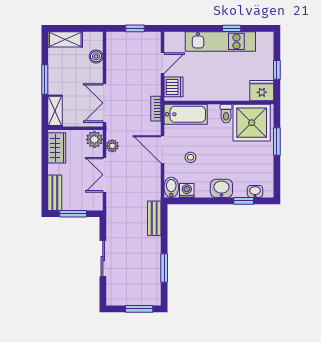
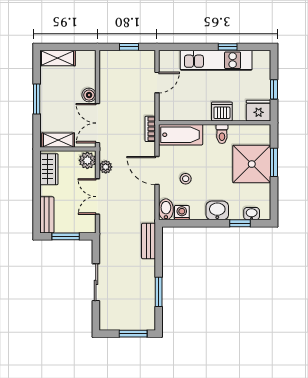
boiler: (96, 56) -> (89, 95), moved
dishwasher: (173, 87) -> (222, 111), moved, turned -90
shelving: (55, 111) -> (58, 140), moved, turned 90
shower: (252, 123) -> (252, 164), moved

